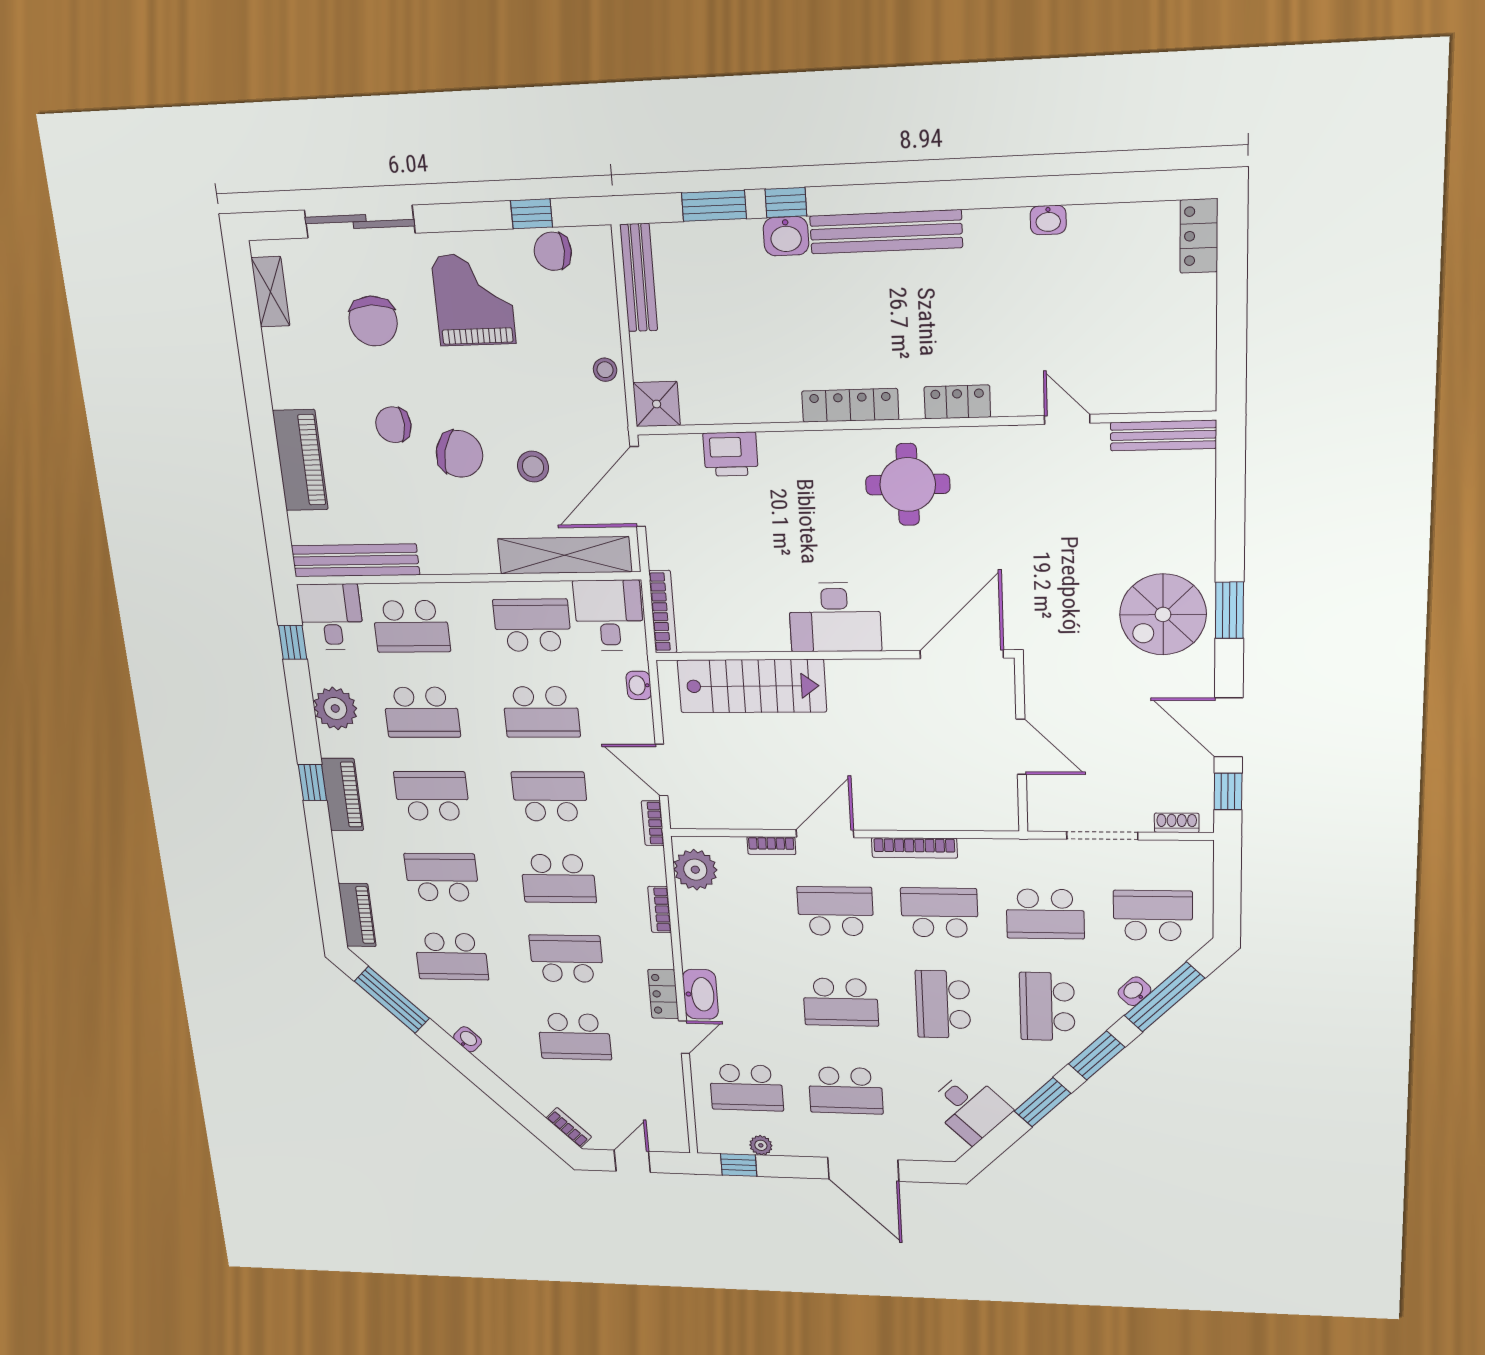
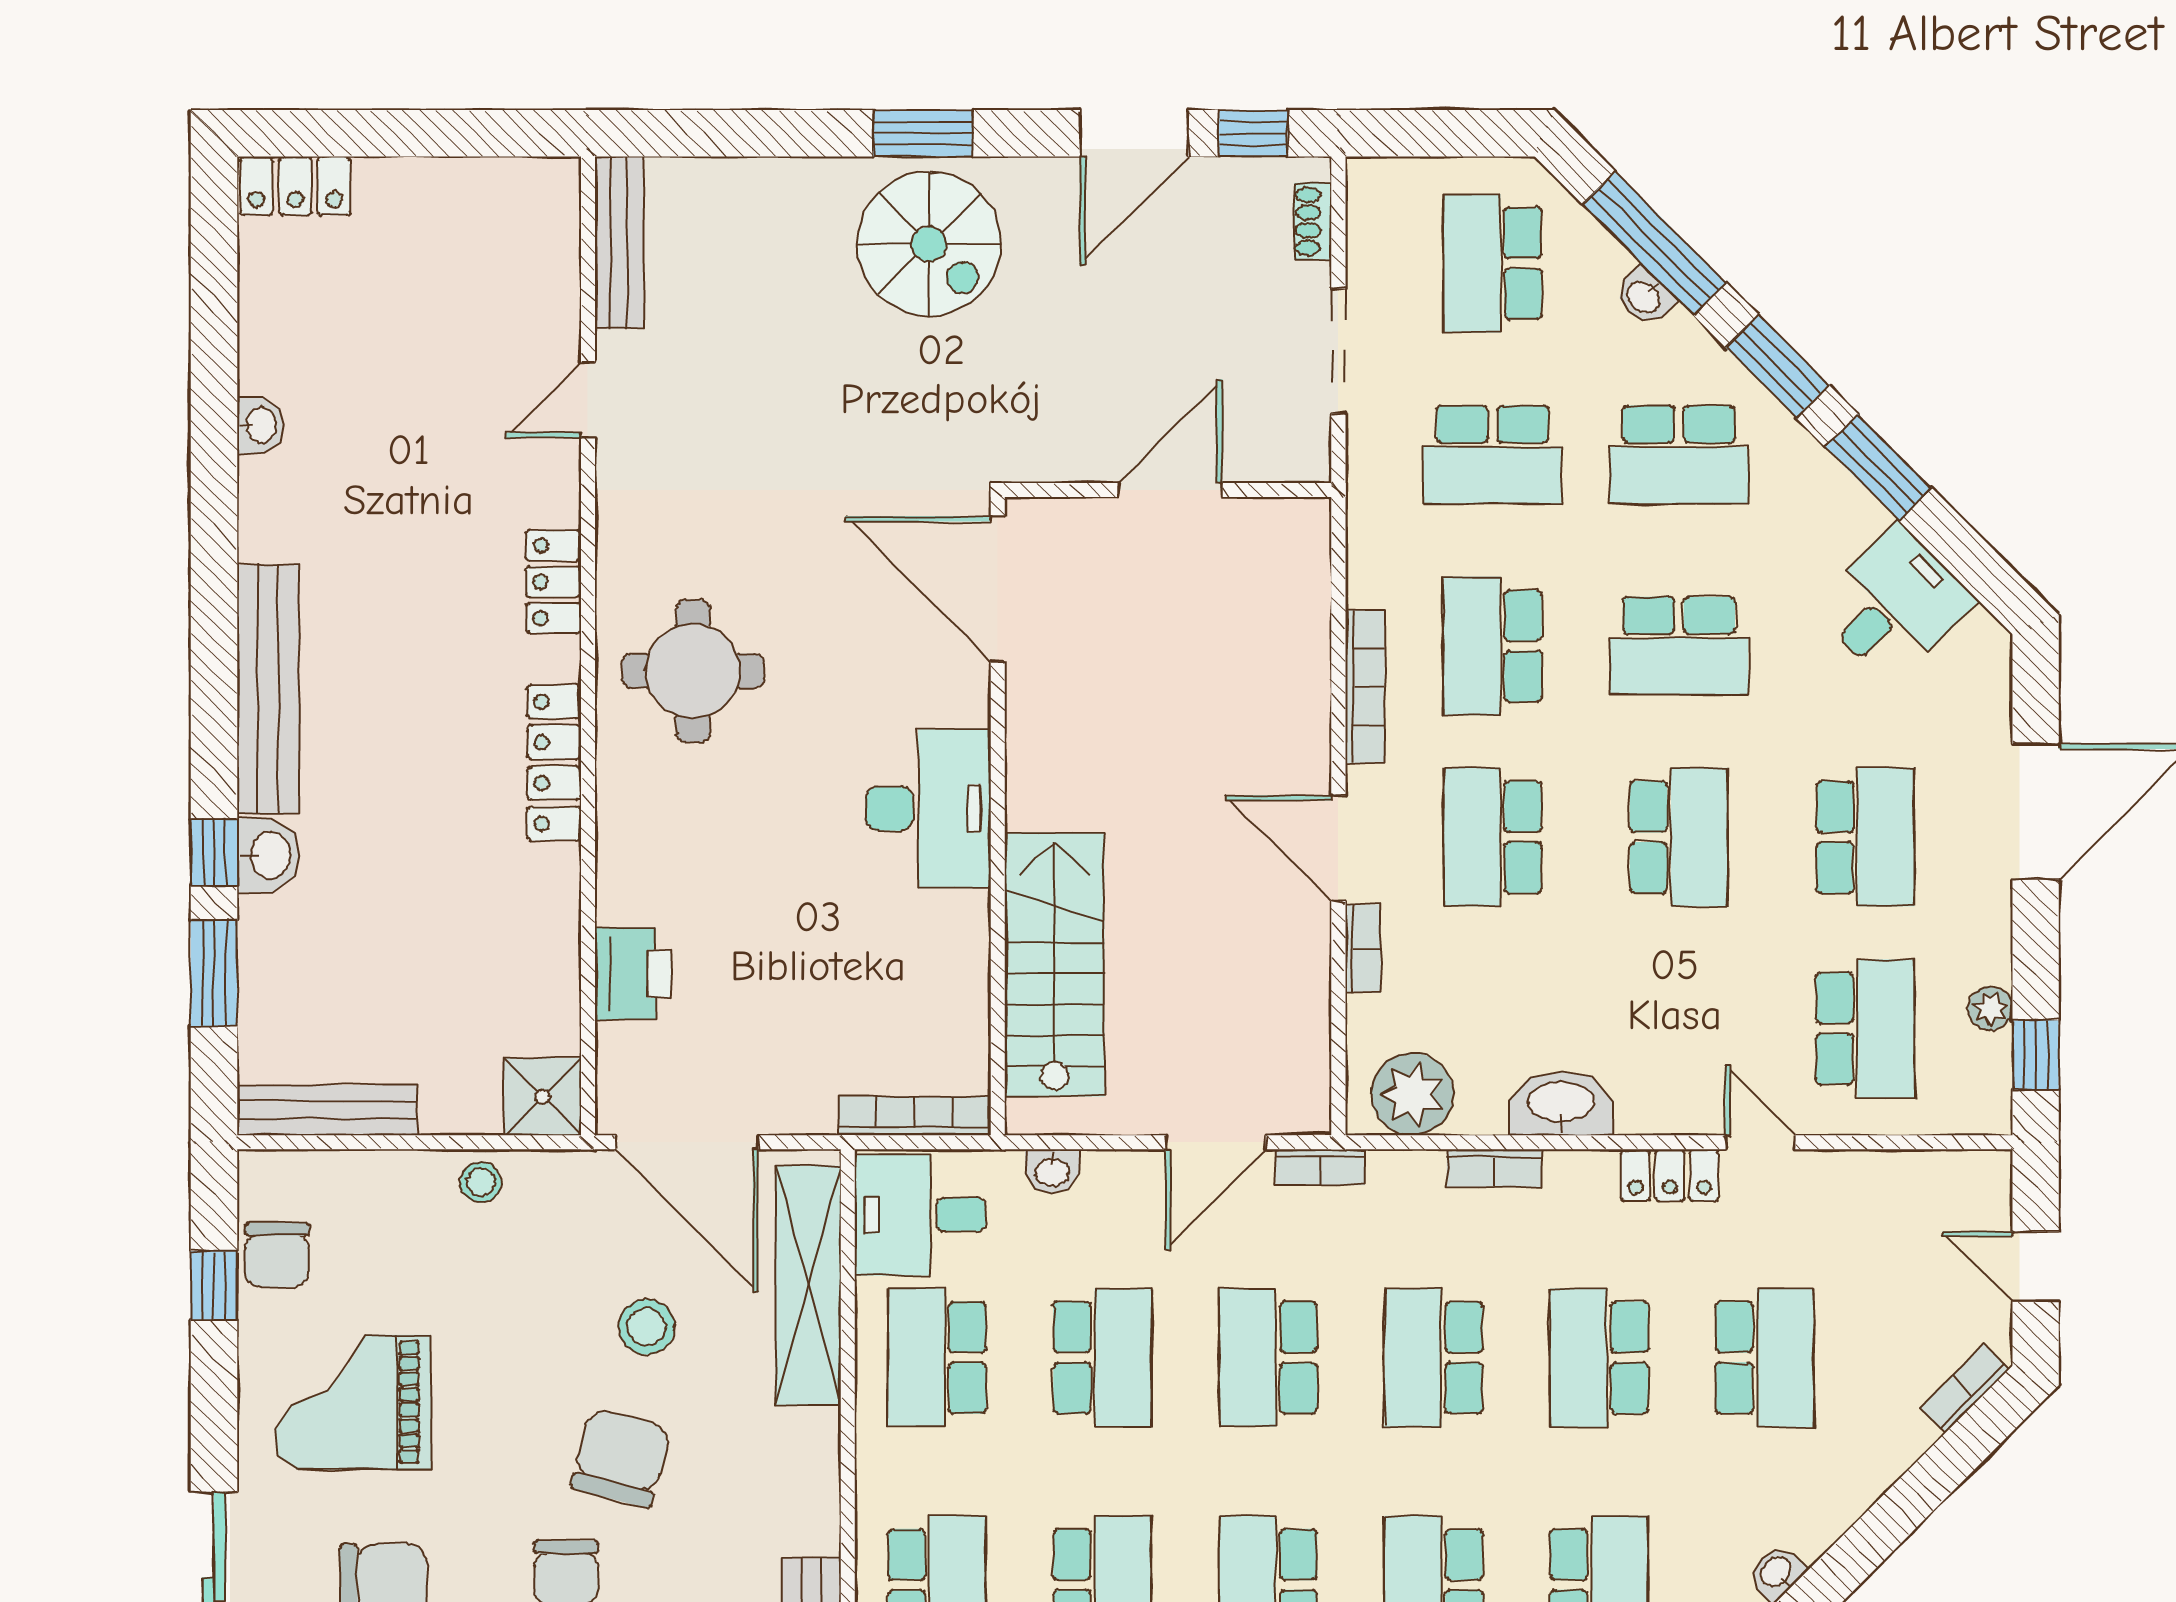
school desk: (558, 879) -> (1434, 1358), turned 180
school desk: (1045, 914) -> (1493, 455), turned 90
washbasin: (700, 994) -> (1561, 1104), moved

